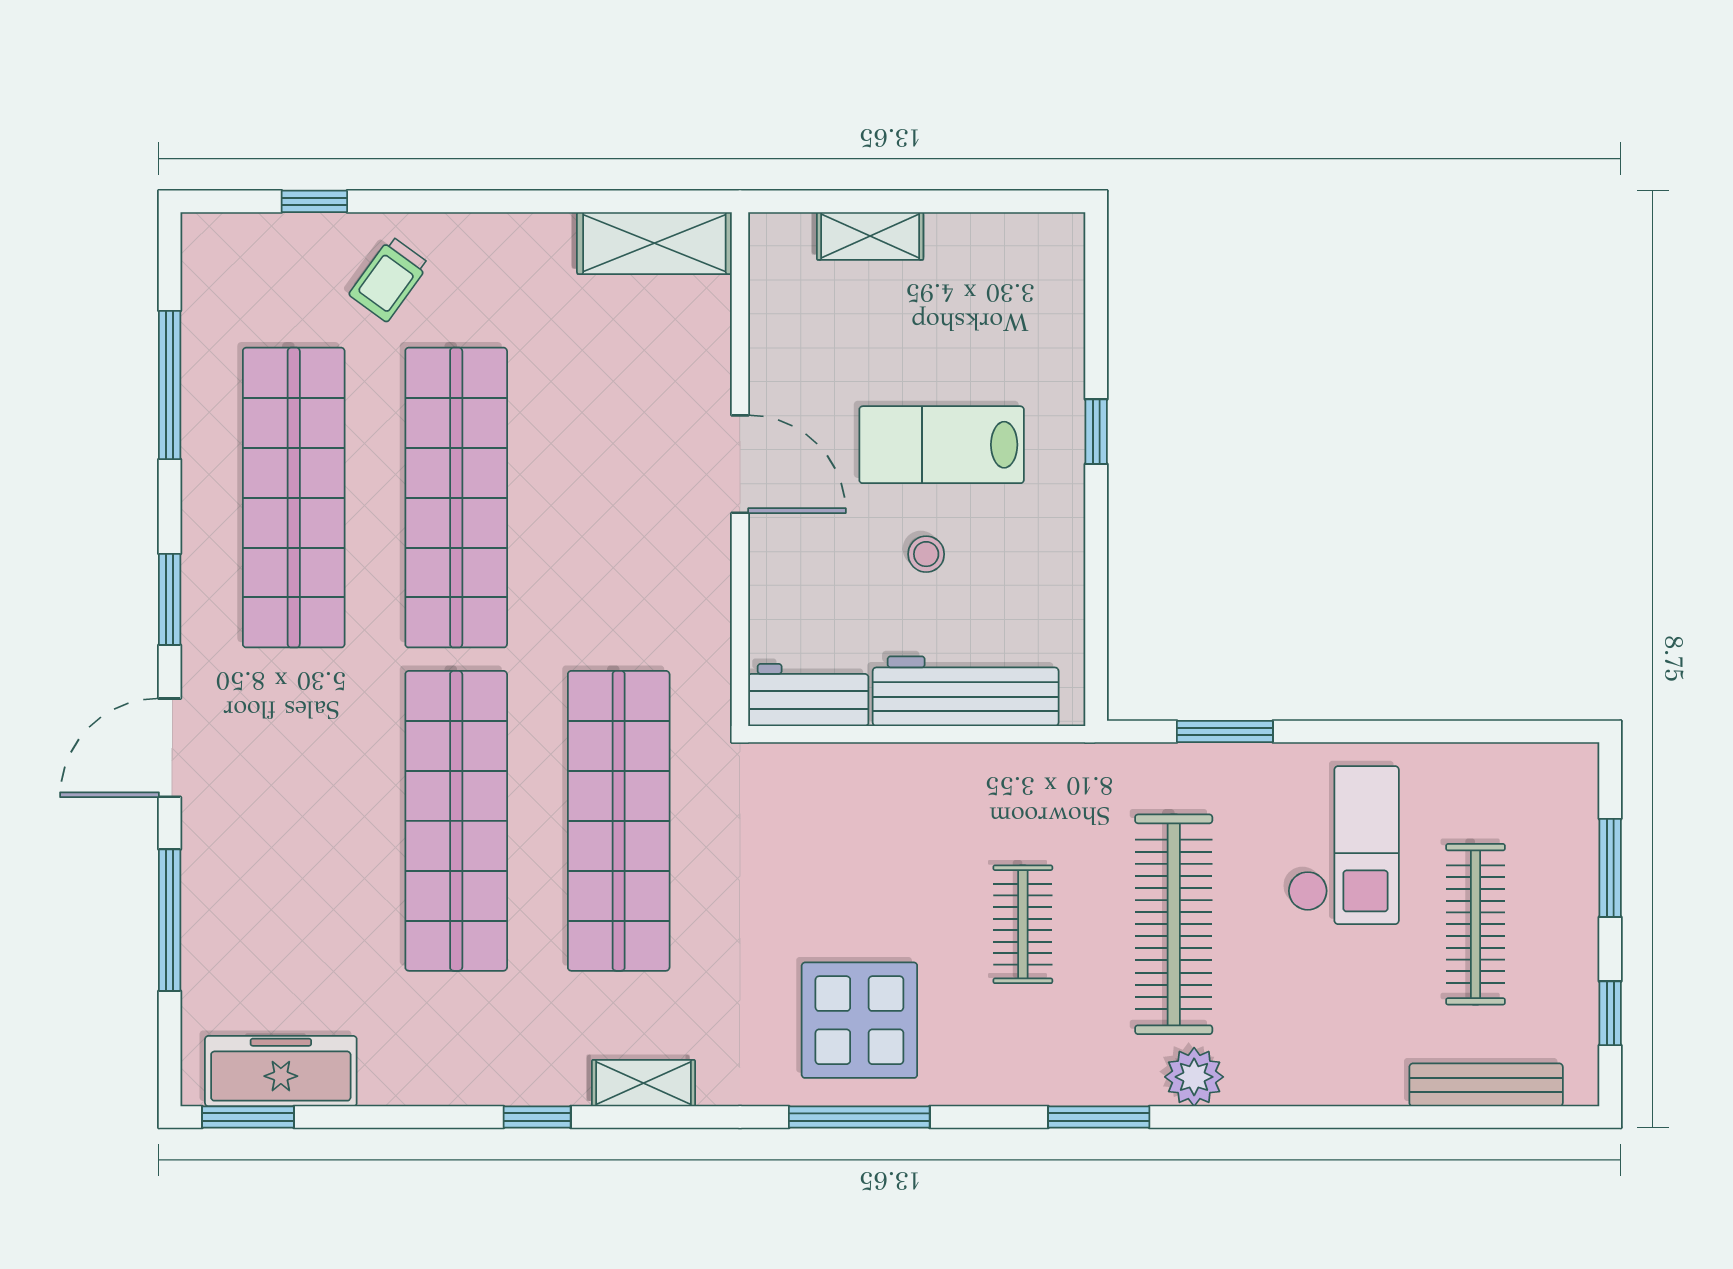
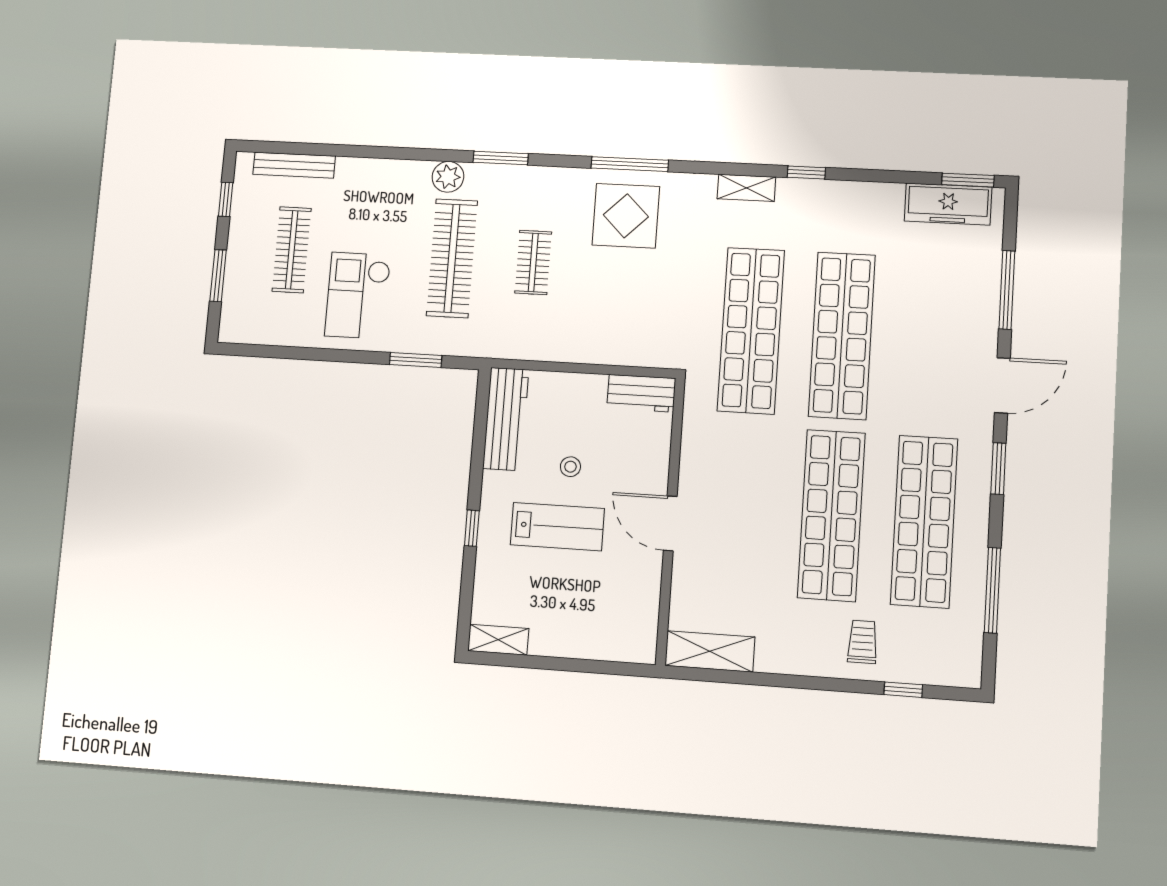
shelving: (870, 236) -> (498, 640), moved
trolley: (389, 279) -> (863, 642), turned -36
workbench: (966, 691) -> (506, 419), moved, turned -90

